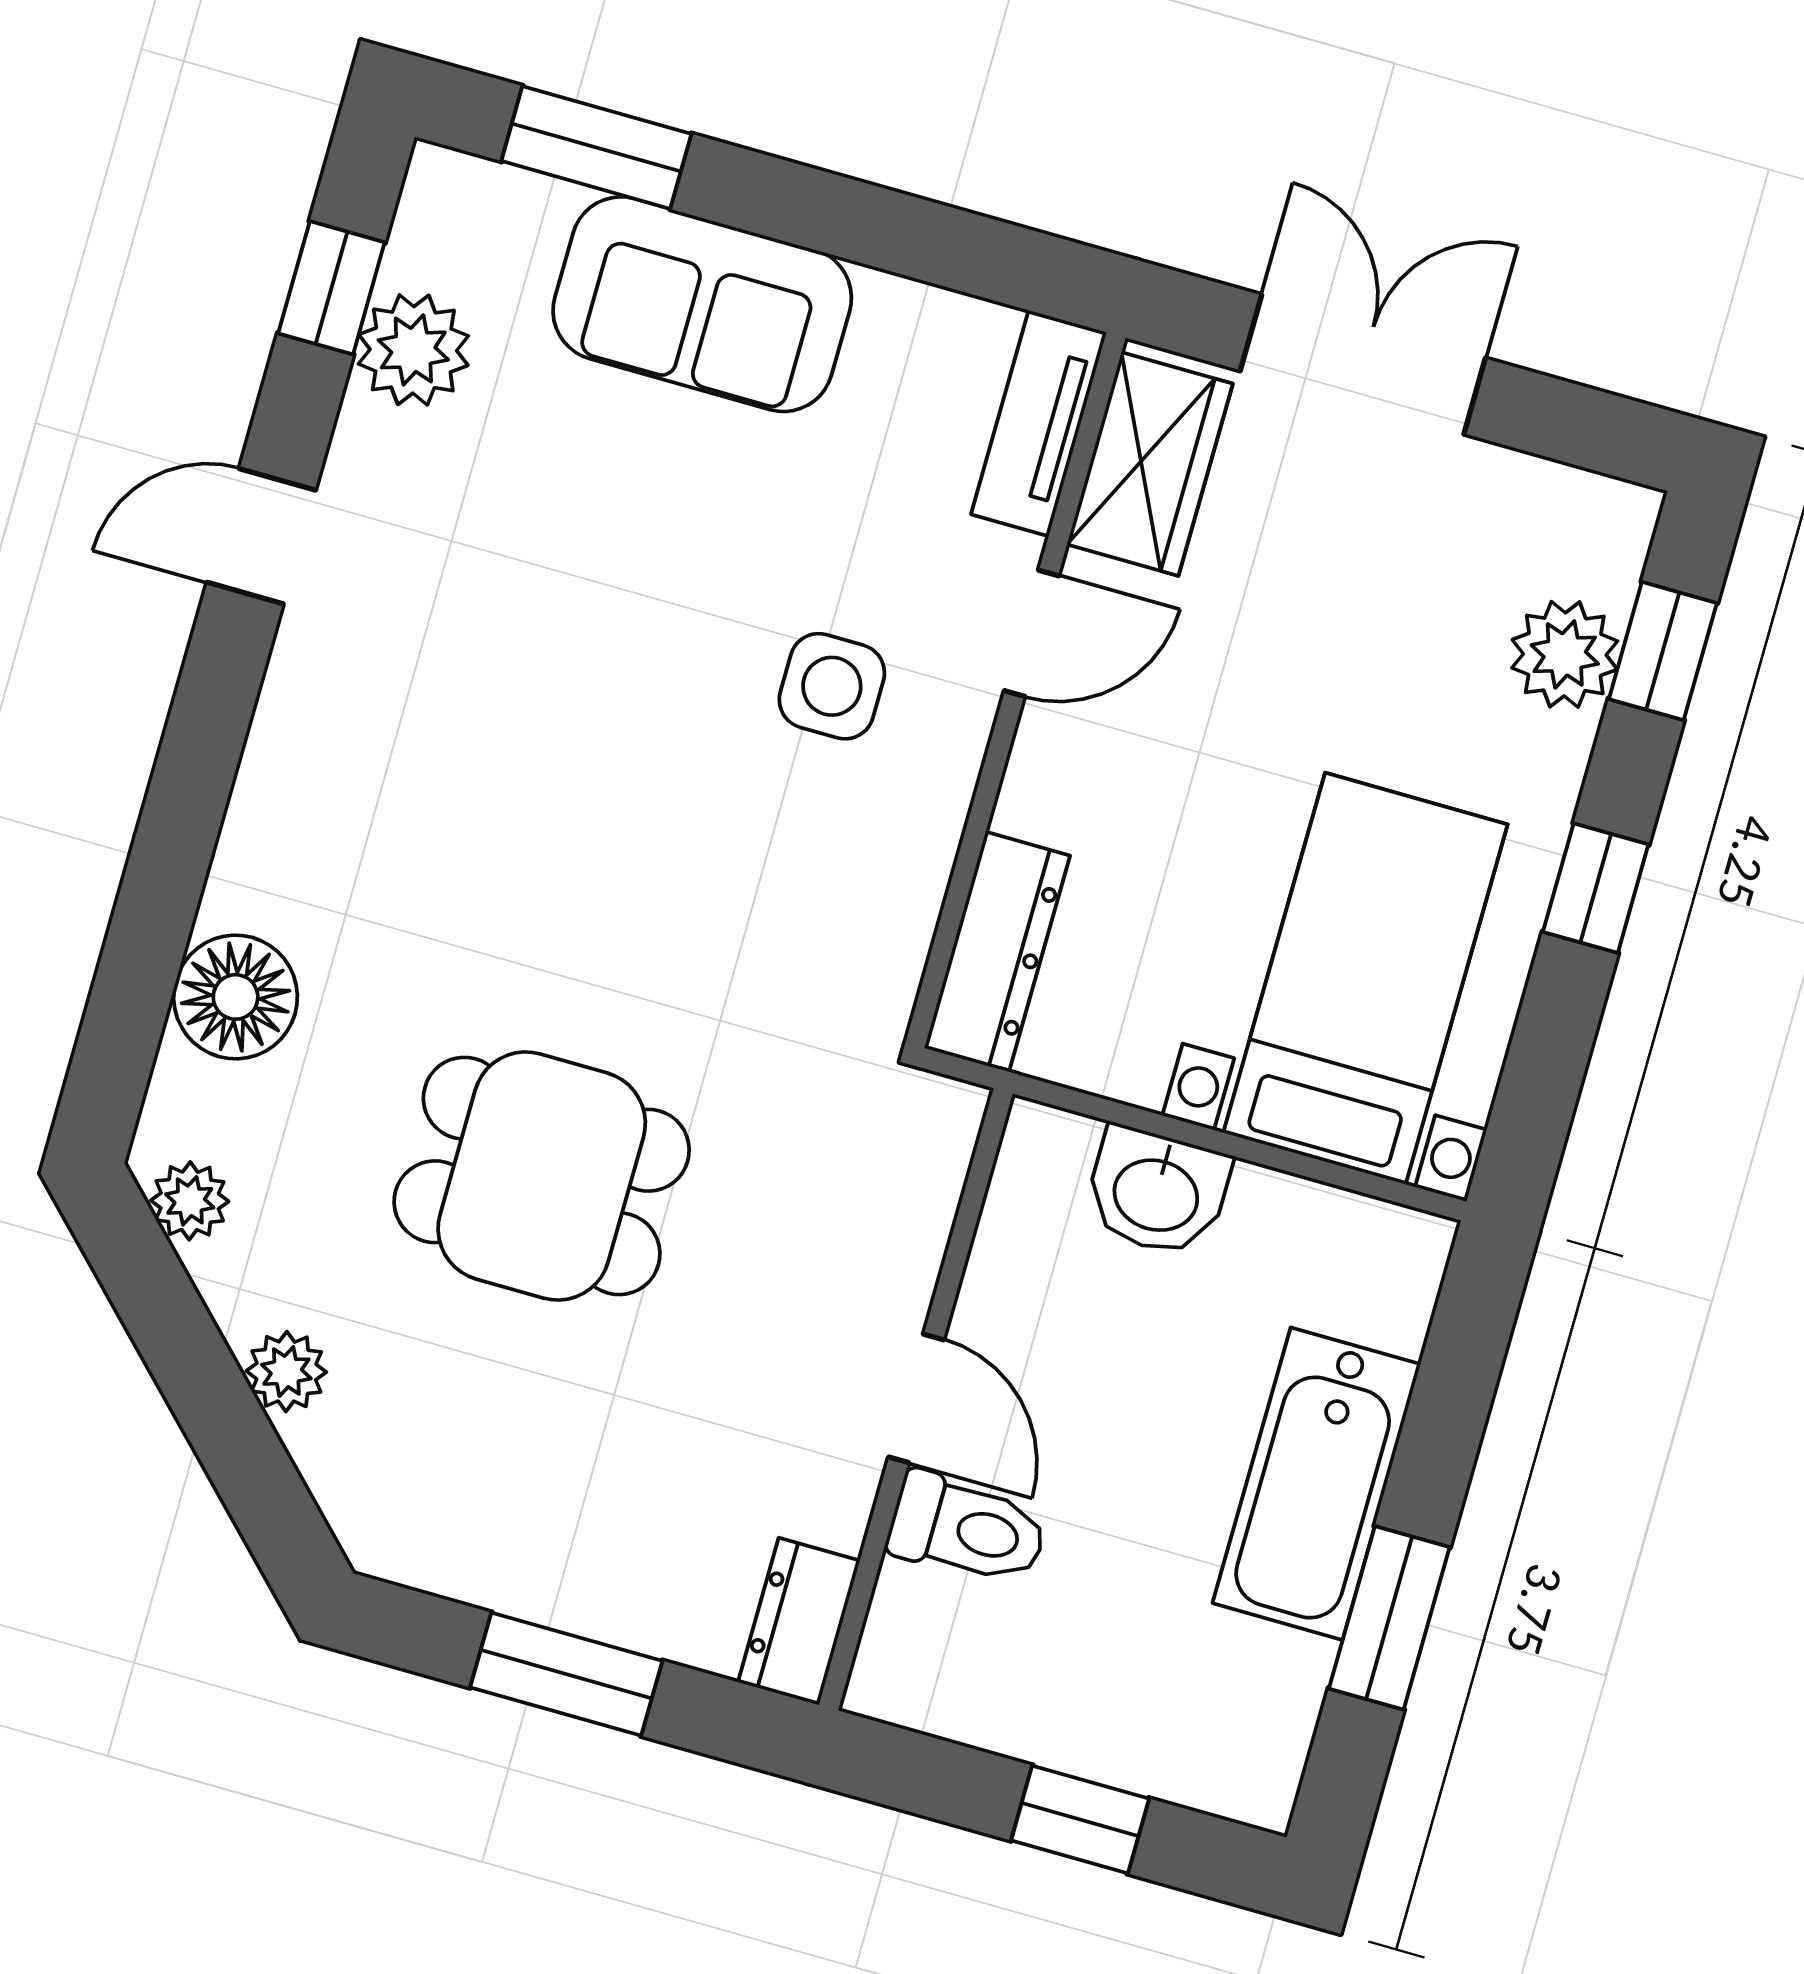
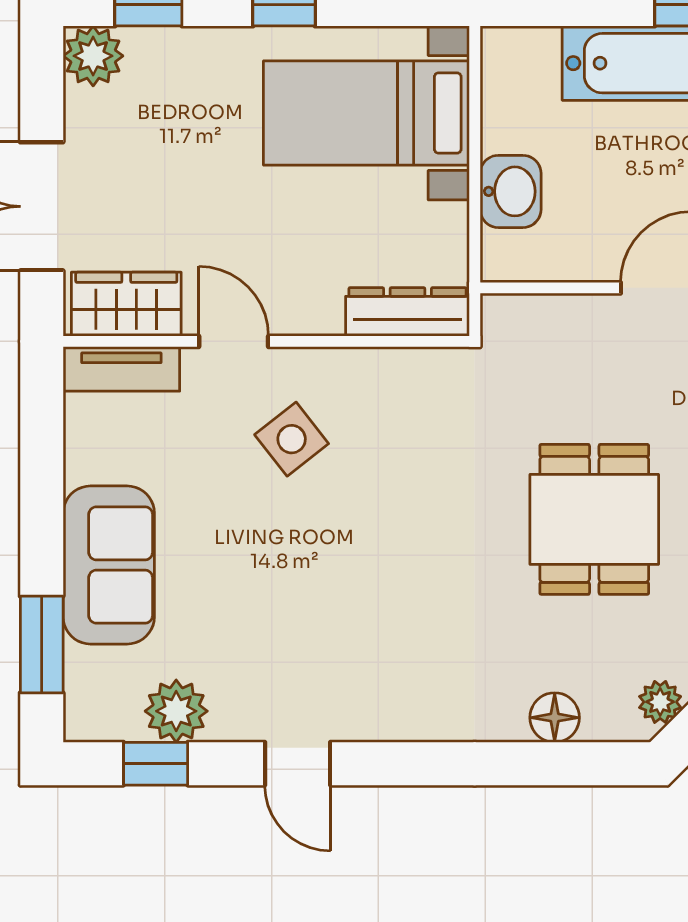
plant: (1565, 654) -> (93, 56), moved
side table: (832, 686) -> (292, 439), turned -38
floor lamp: (236, 997) -> (555, 718), width x0.73, depth x0.73

